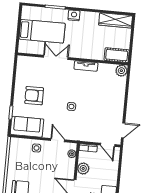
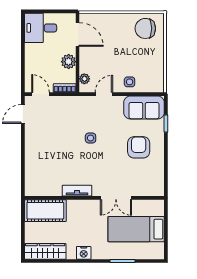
nightstand: (74, 15) -> (84, 253), moved
cot: (117, 55) -> (45, 211), width x1.37, depth x1.34
plant: (121, 71) -> (32, 189), removed
armchair: (34, 96) -> (139, 147), turned -90
door: (58, 140) -> (104, 94), swing flipped

